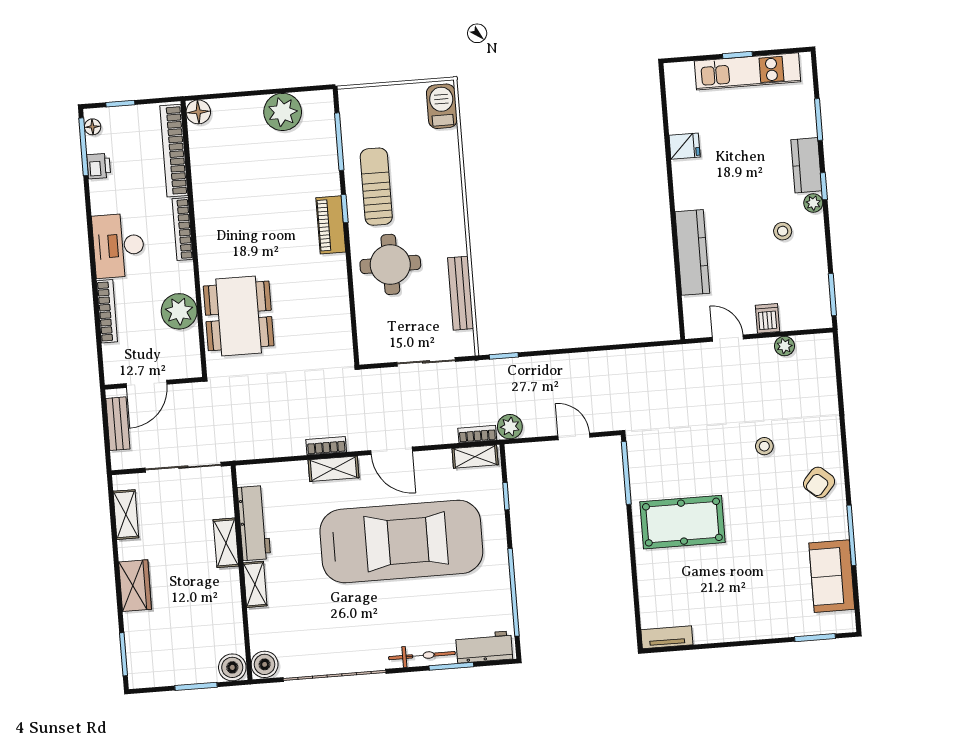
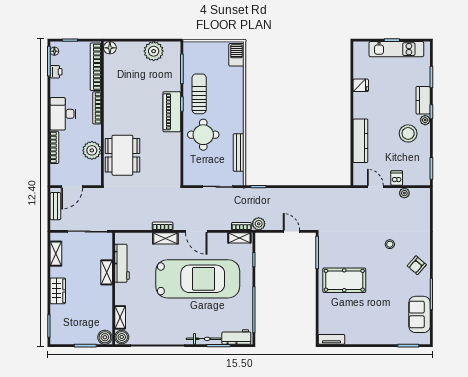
piano: (331, 225) -> (172, 112), width x1.37, depth x1.33
stool: (783, 231) -> (408, 133), width x1.89, depth x1.89
shelving: (255, 584) -> (120, 317), moved

